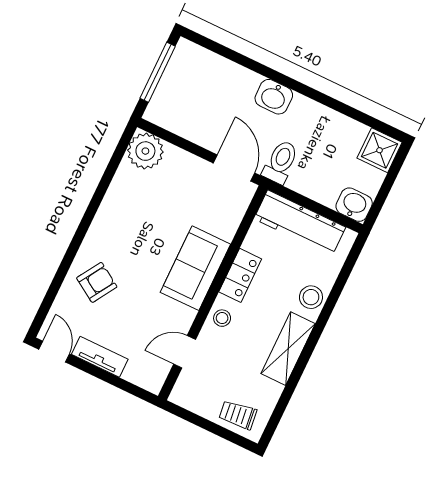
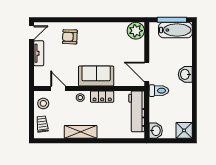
bathtub: (180, 75) -> (175, 30), added
door: (234, 168) -> (147, 72), swing flipped
armchair: (97, 282) -> (70, 37), turned 150
stool: (311, 297) -> (43, 103), moved

